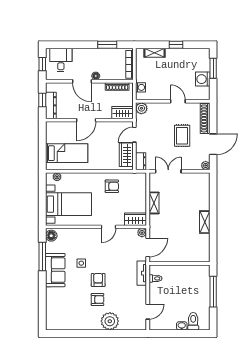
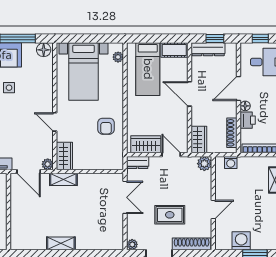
printer: (107, 74) -> (248, 120), added
cot: (51, 132) -> (174, 50), added
shelving: (154, 203) -> (63, 179), moved

